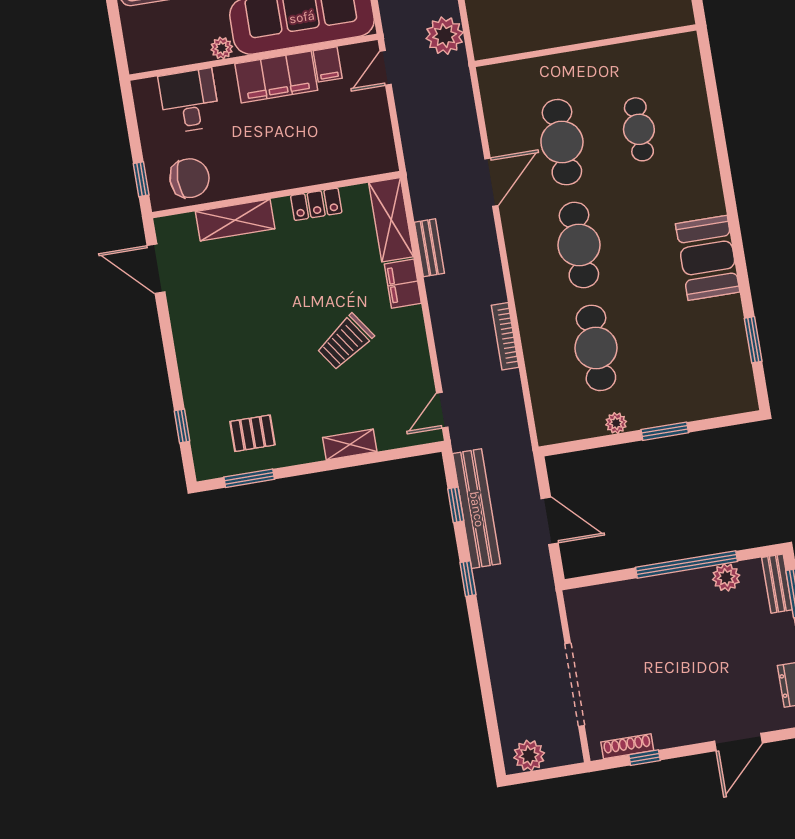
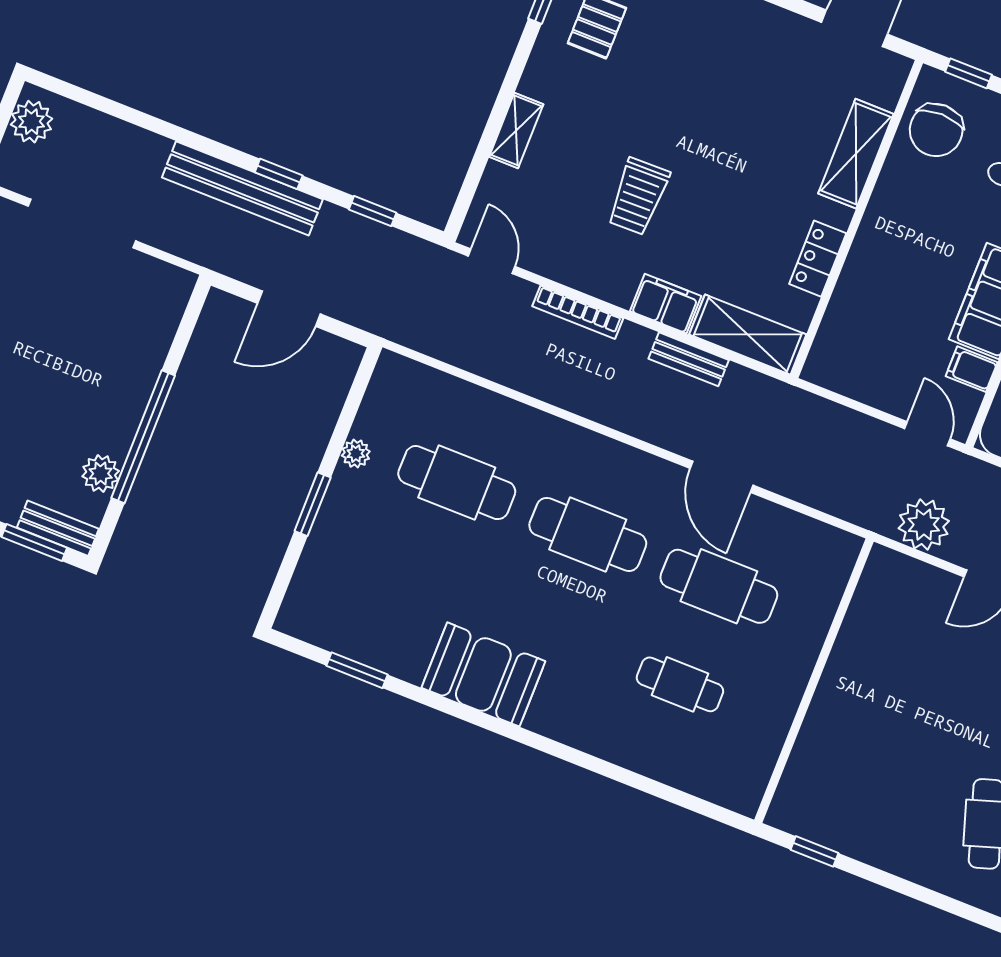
bookcase: (505, 336) -> (578, 312), moved, turned 180
trolley: (345, 342) -> (638, 196), turned -146
bench: (477, 509) -> (242, 188), moved

